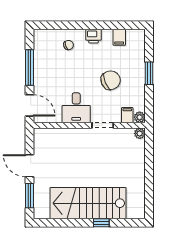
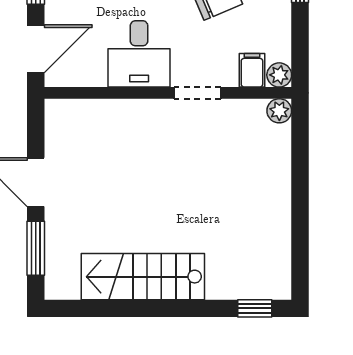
door: (29, 105) -> (36, 49), hinge flipped
stairs: (88, 203) -> (143, 277), width x0.73, depth x0.66
window: (101, 223) -> (255, 308), moved

